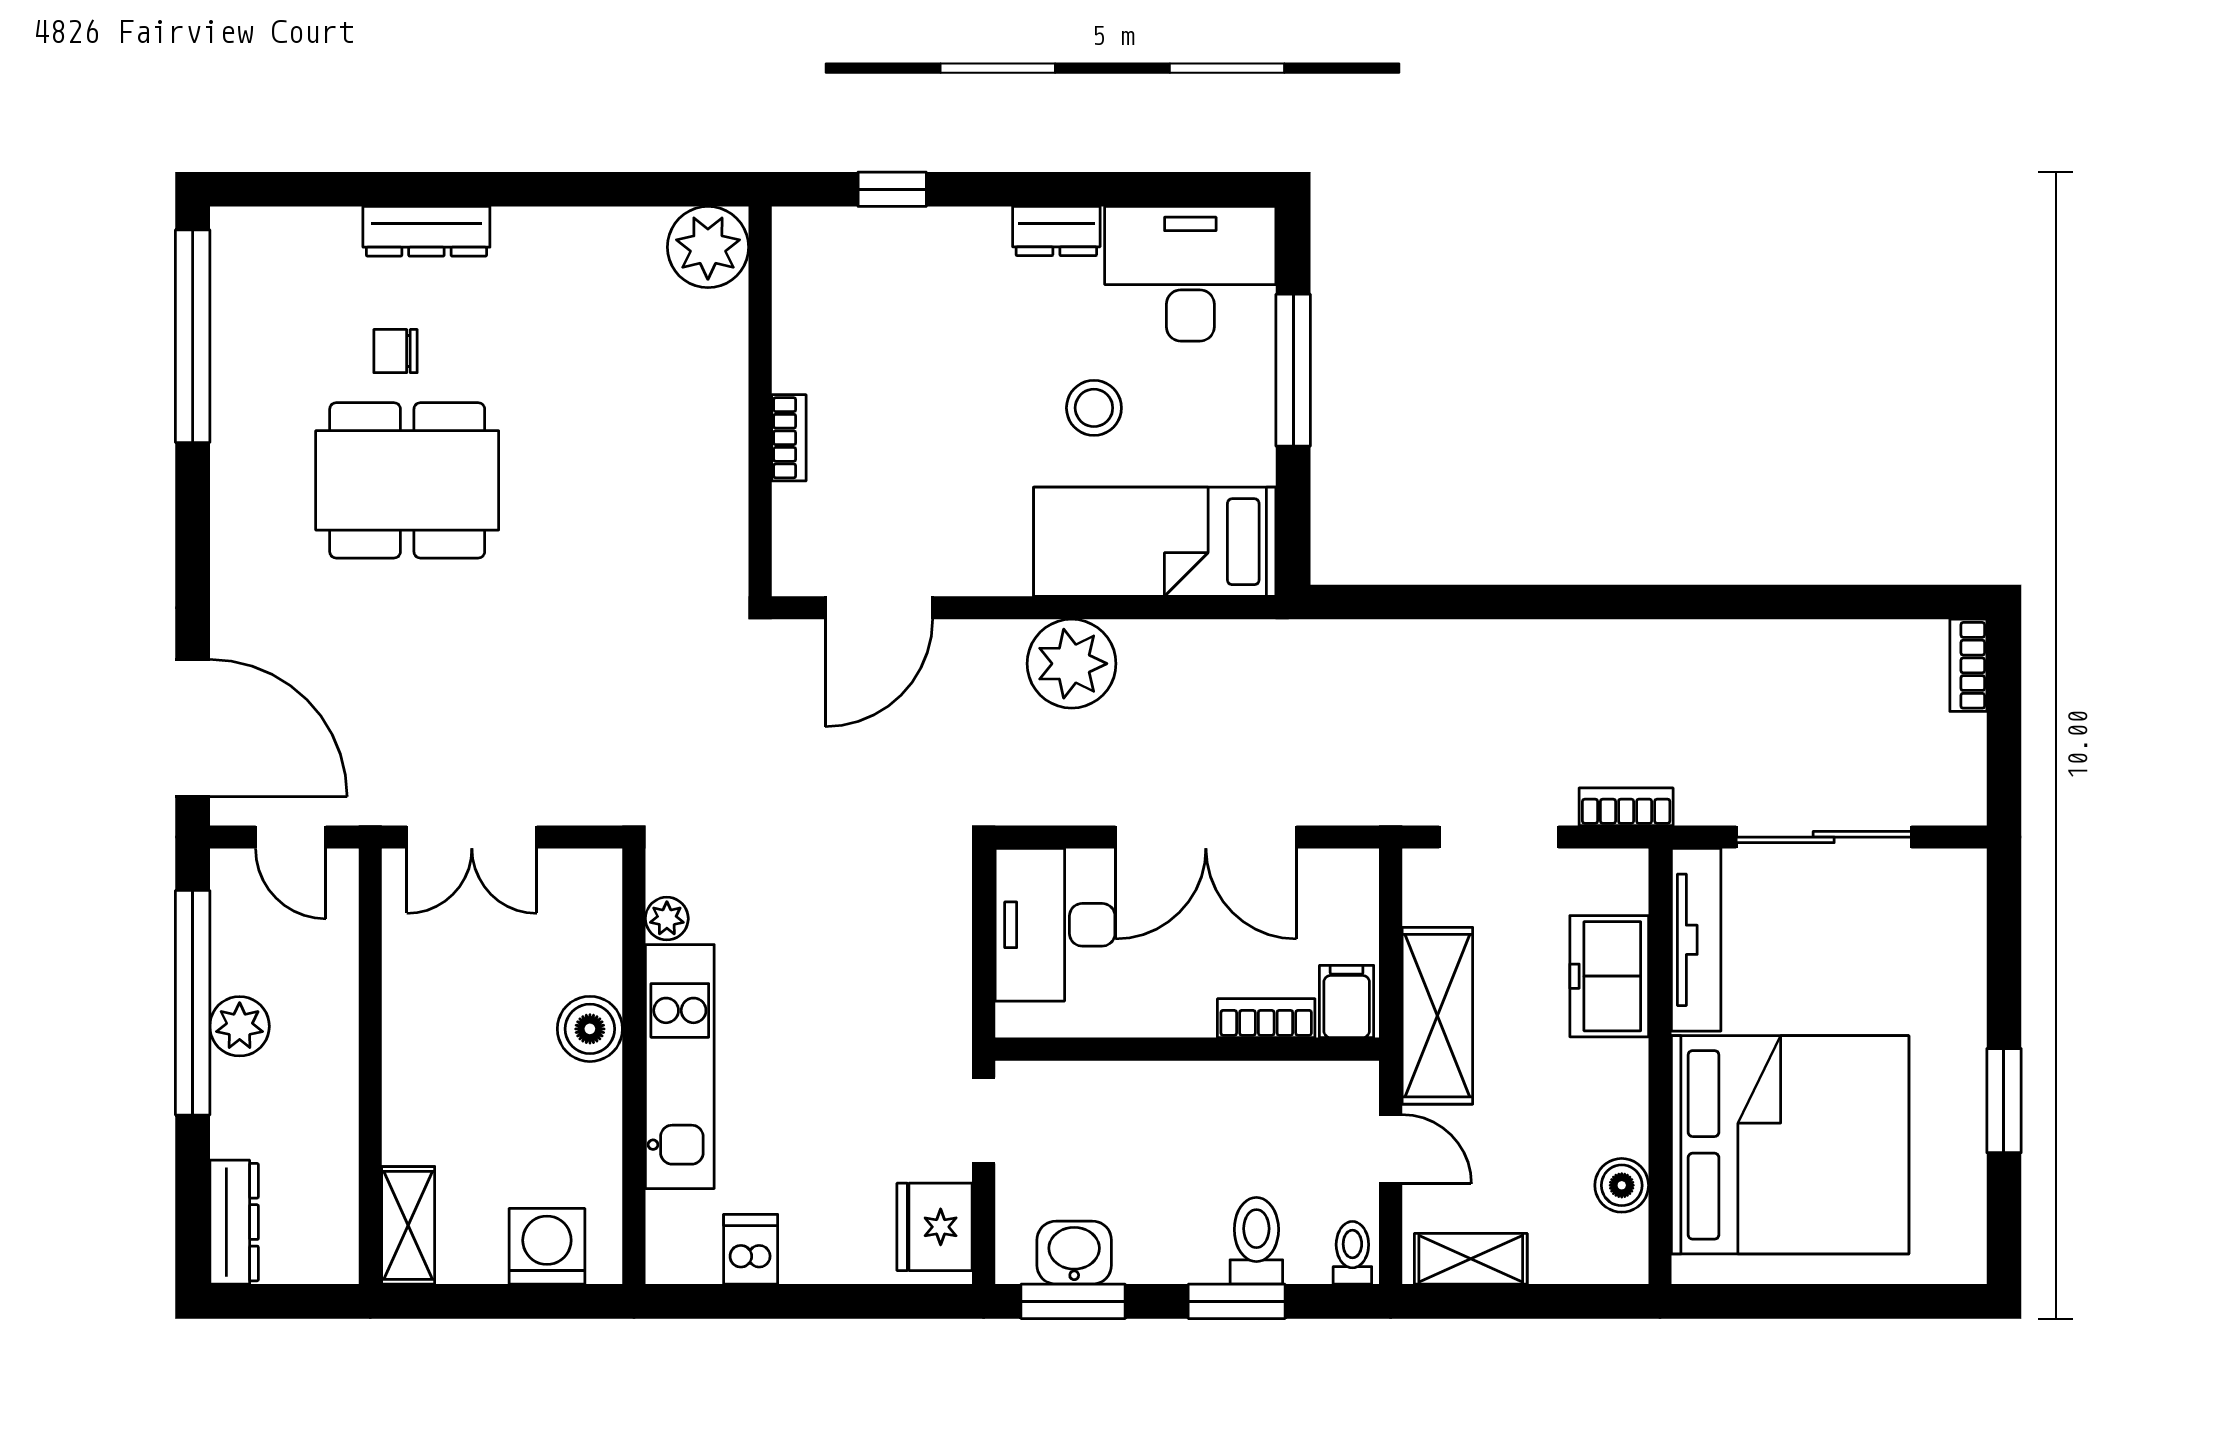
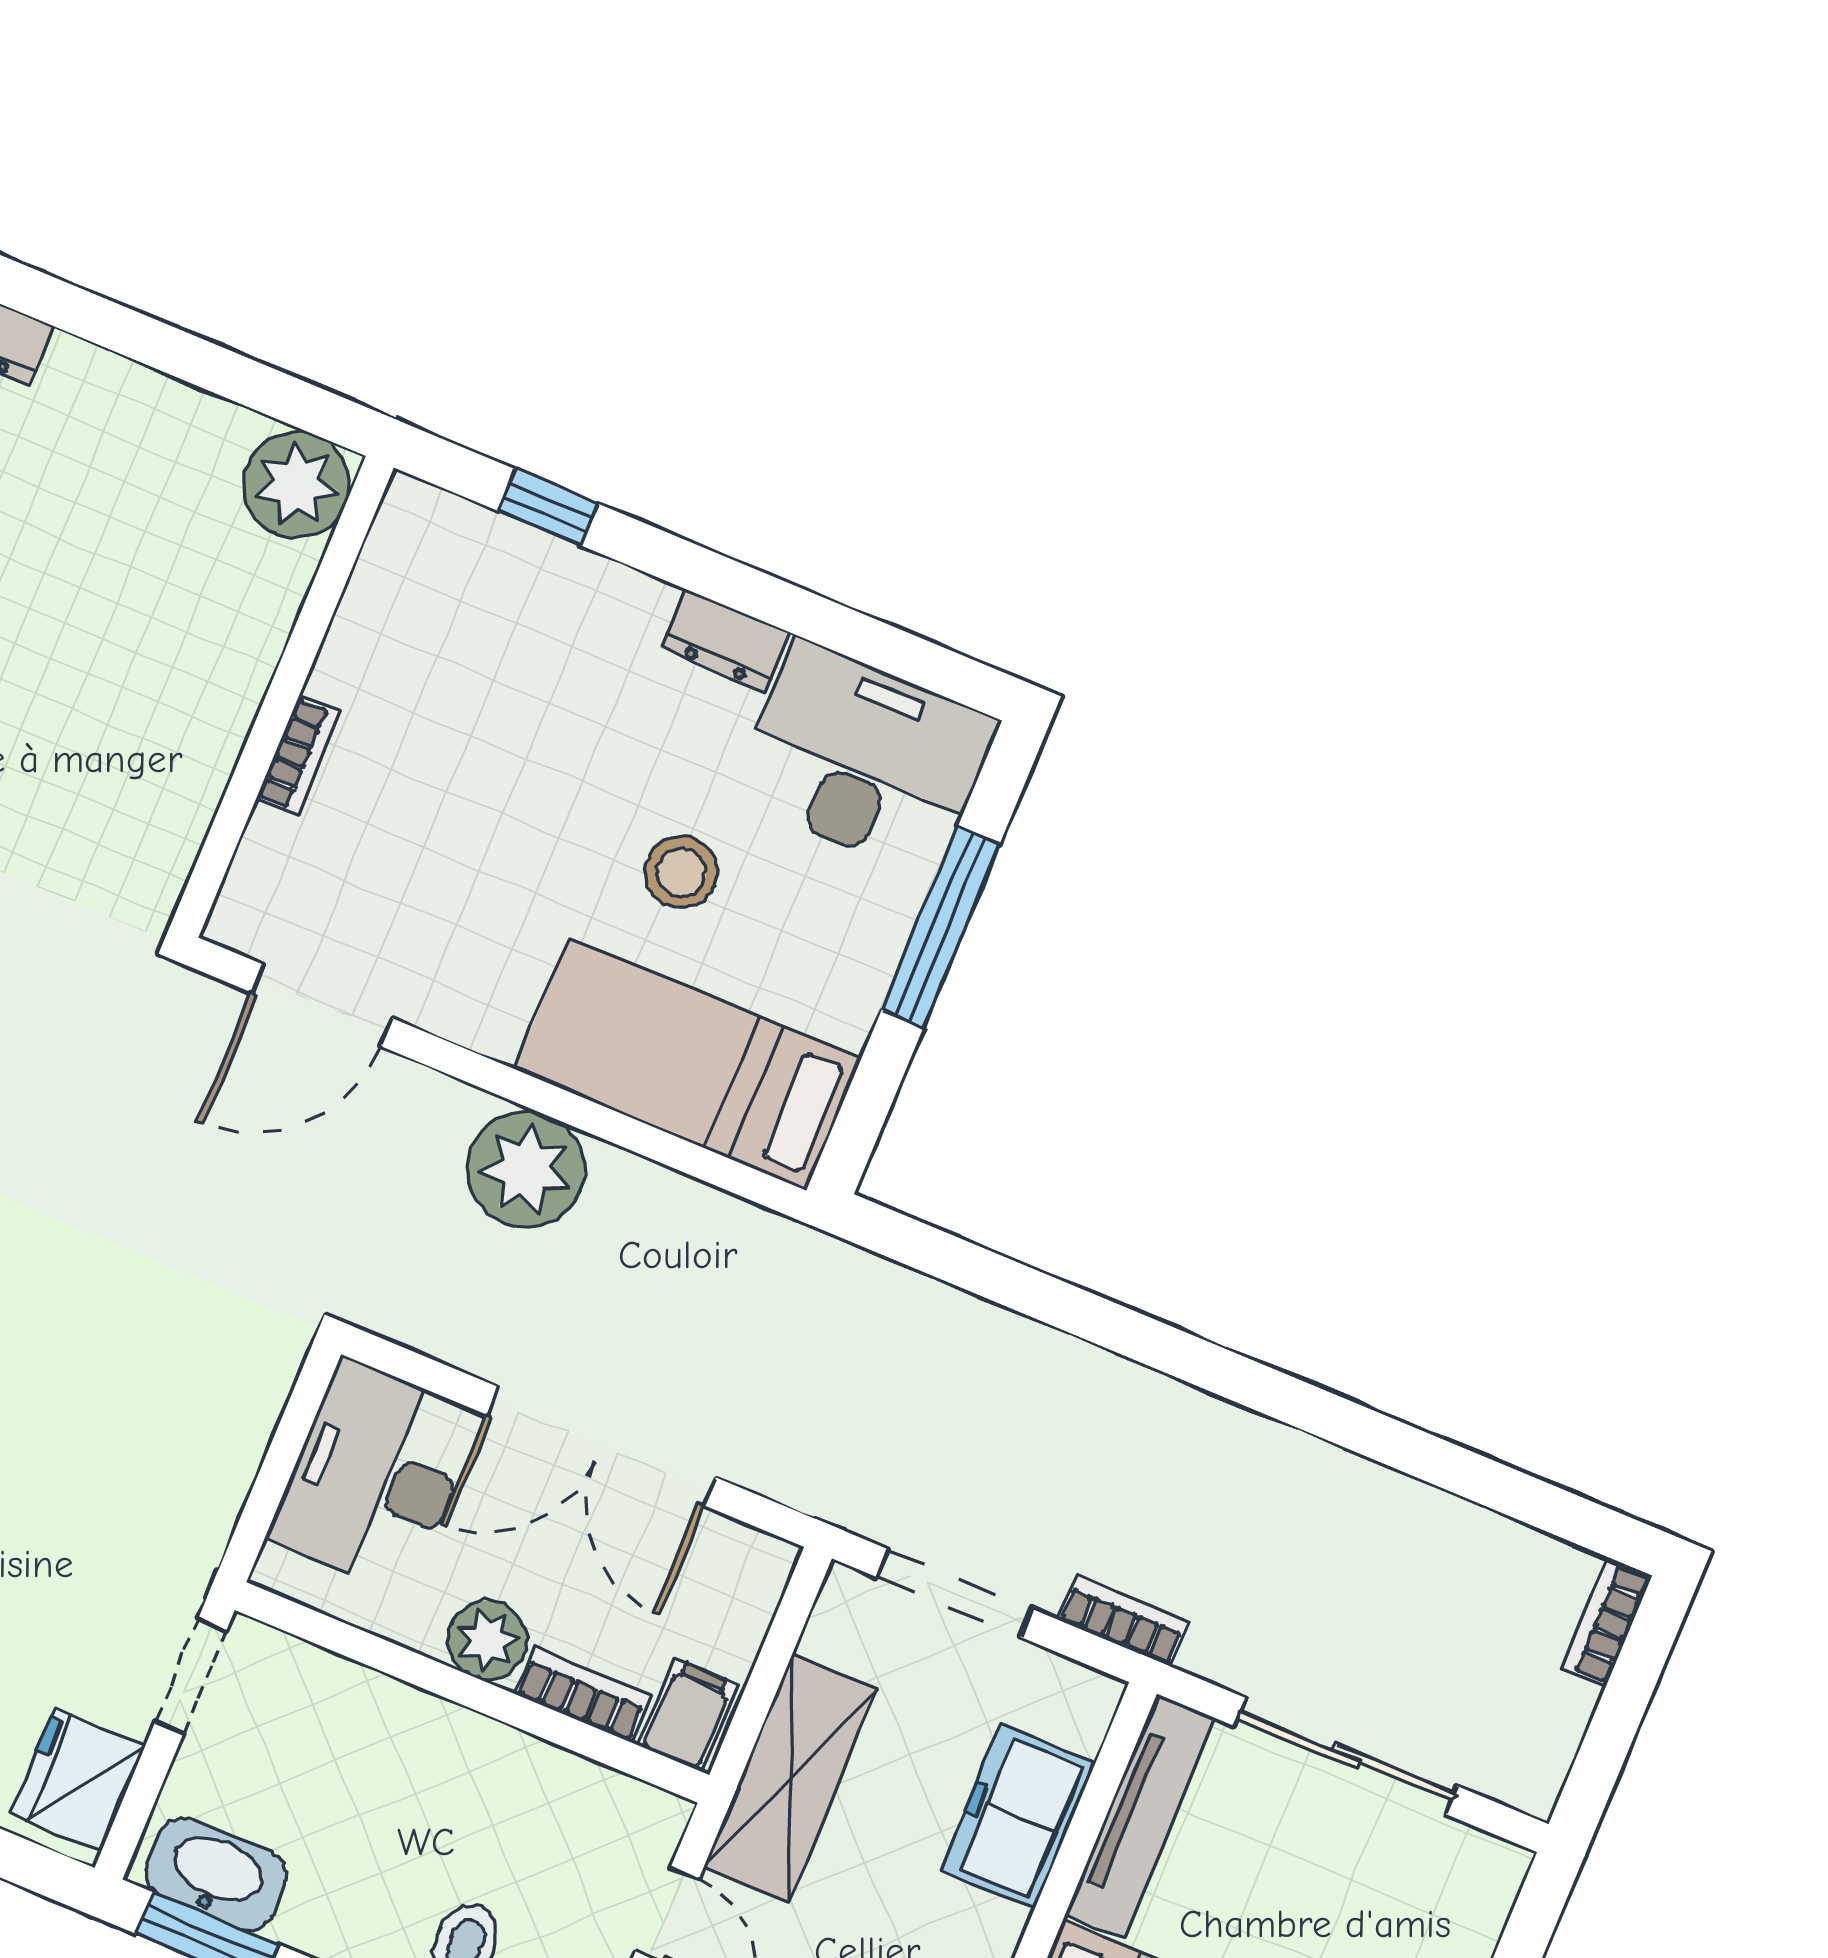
plant: (1183, 1007) -> (487, 1640), added
washbasin: (1074, 1253) -> (216, 1874), width x1.38

